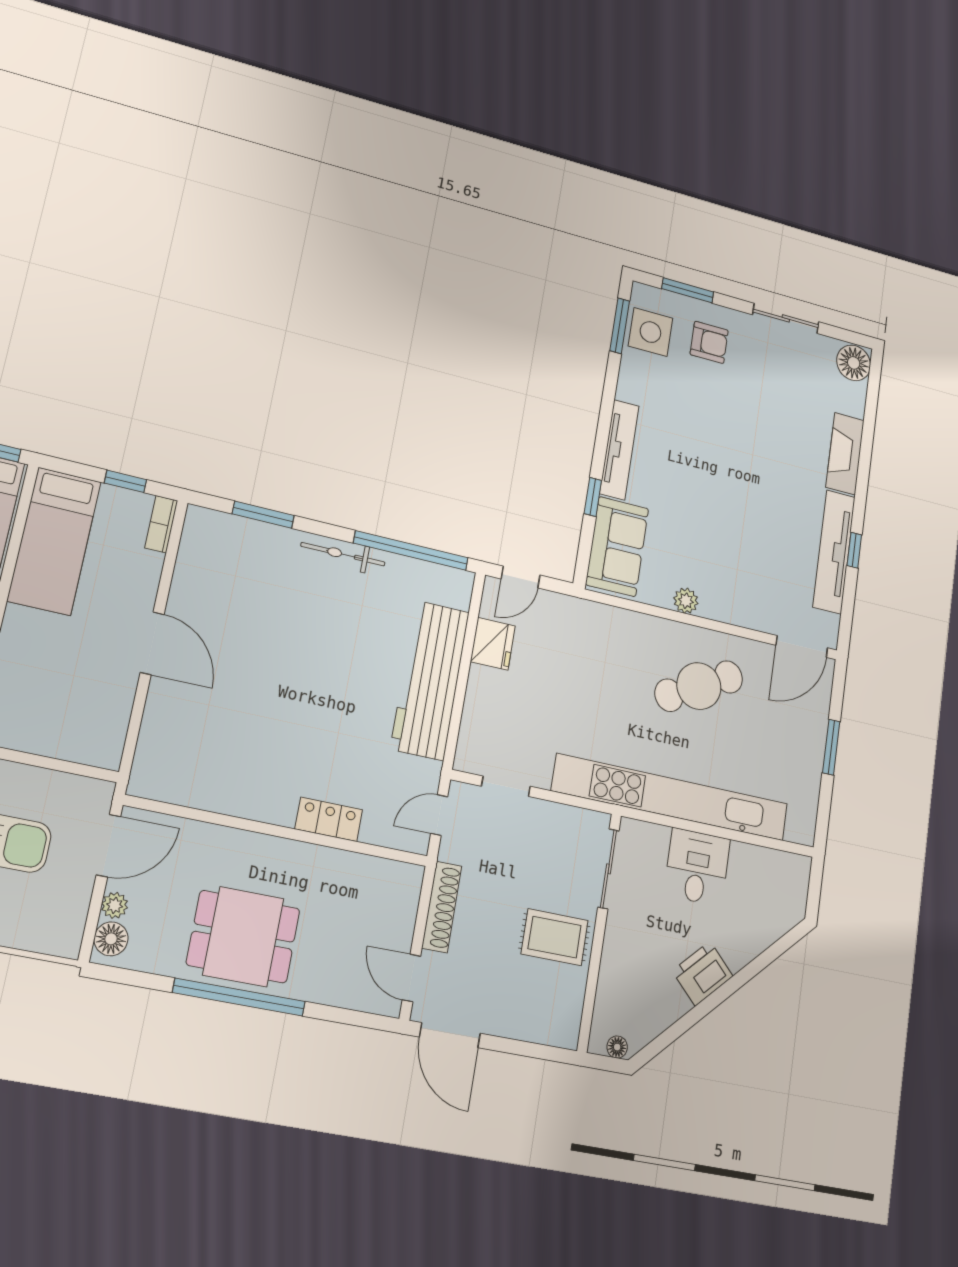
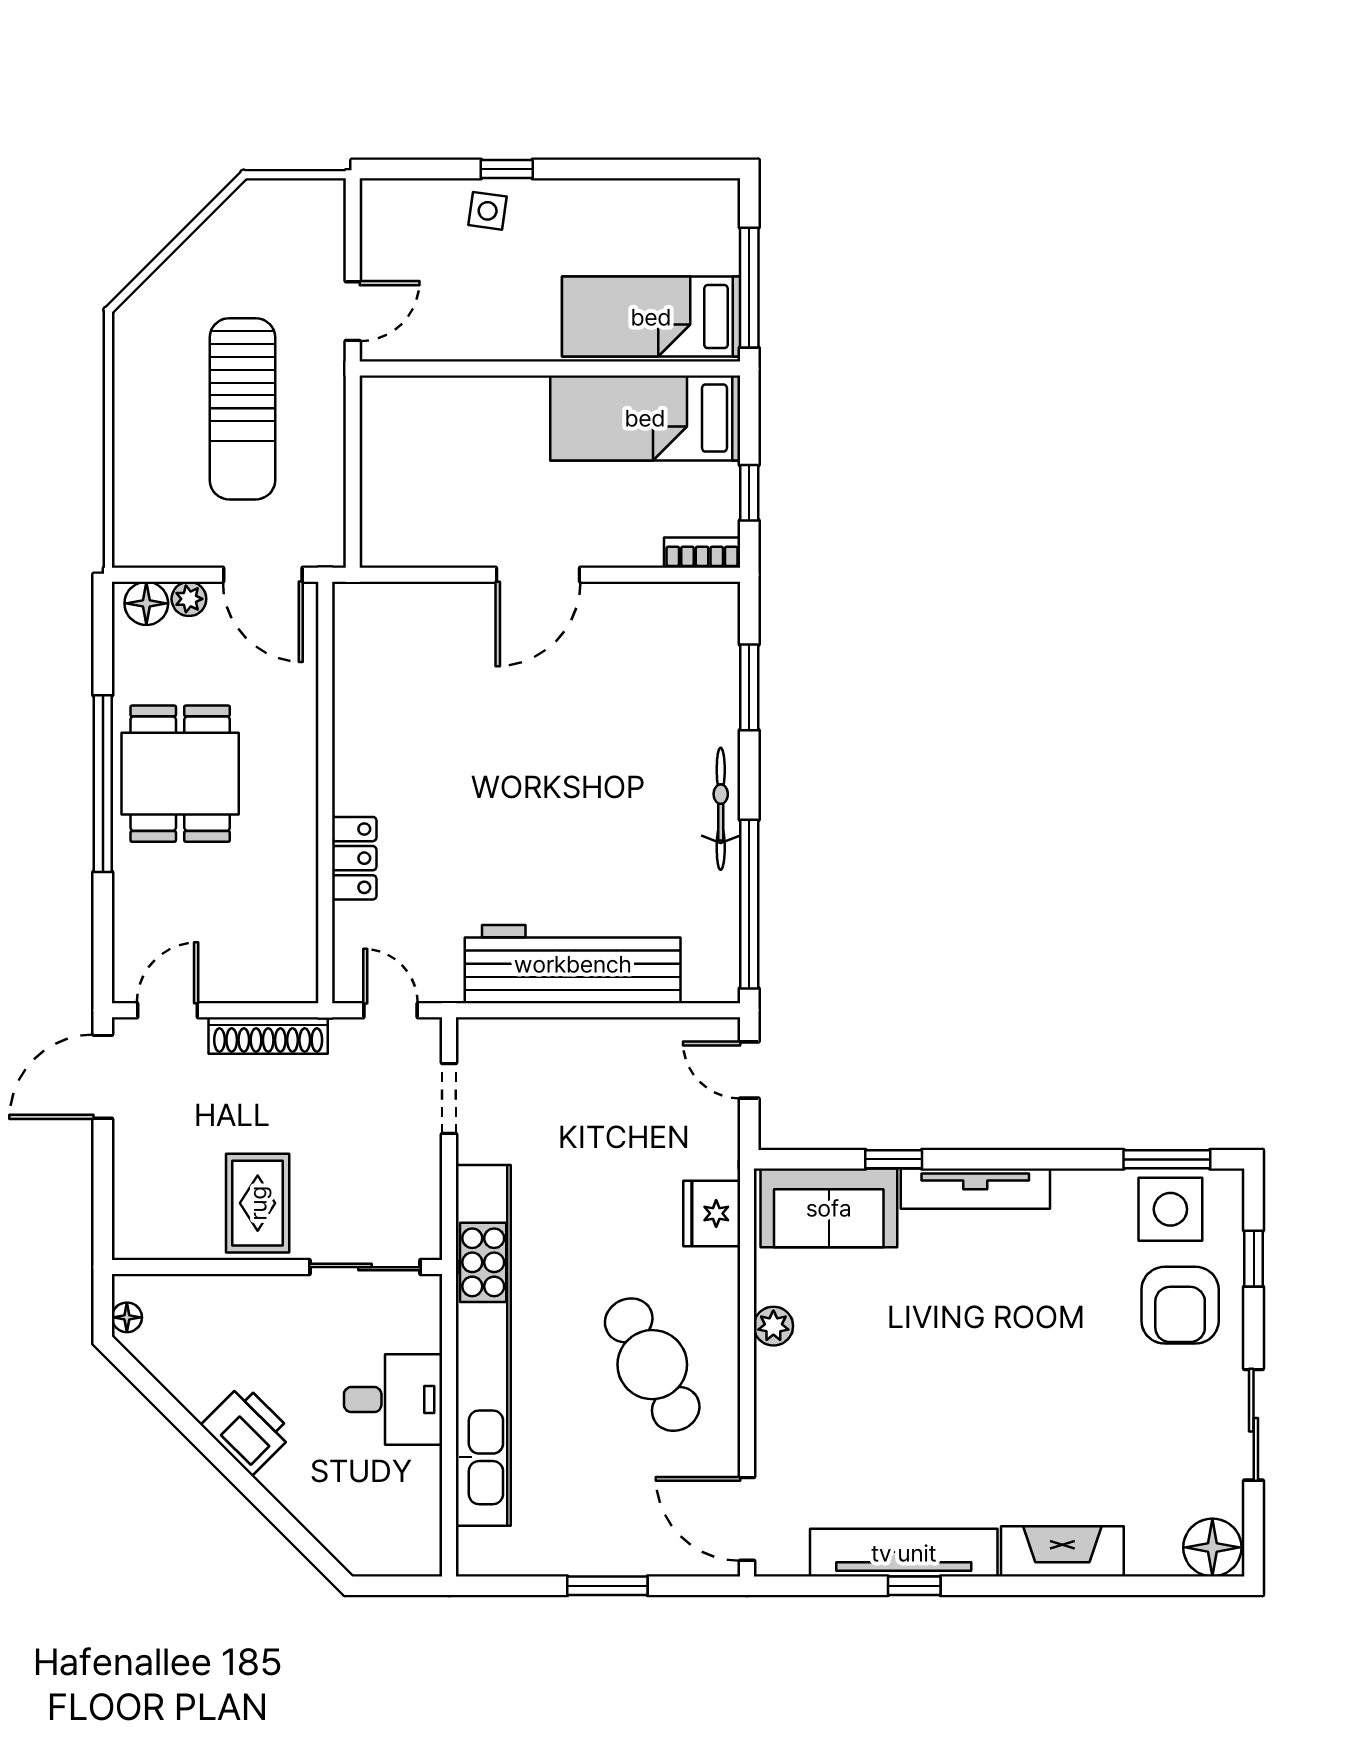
window: (688, 290) -> (1254, 1259), width x0.67
armchair: (709, 342) -> (1180, 1305), width x1.38, depth x1.38
fridge: (493, 644) -> (712, 1213), moved, turned 90

